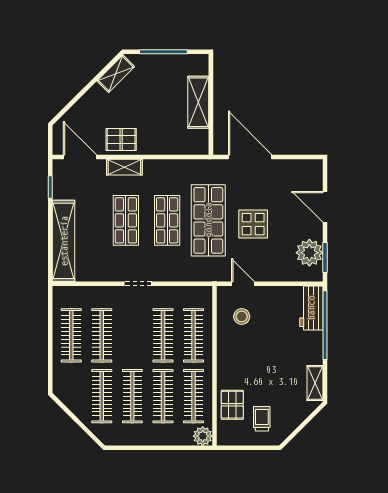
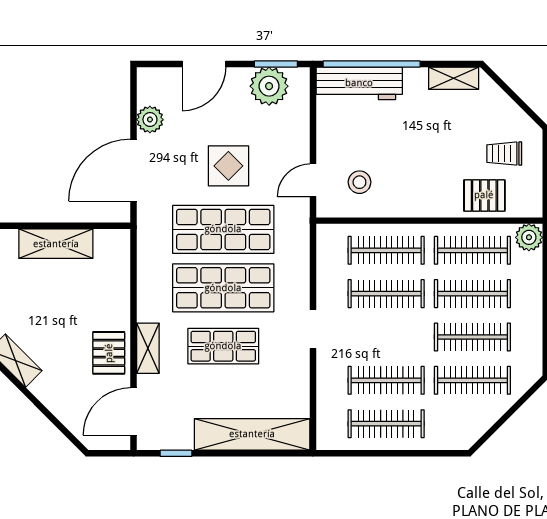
plant: (286, 169) -> (150, 120), added
shop shelf: (167, 220) -> (223, 288), width x1.43, depth x1.36
workbench: (311, 308) -> (359, 83), width x1.37

